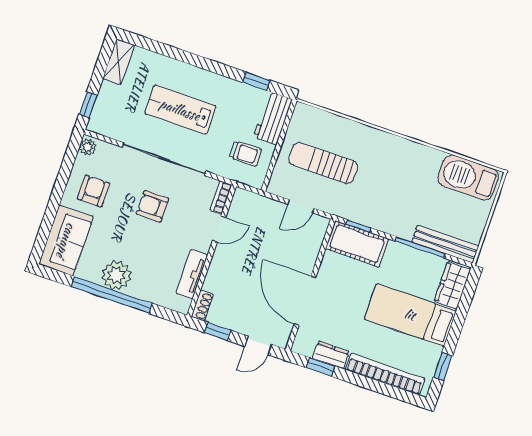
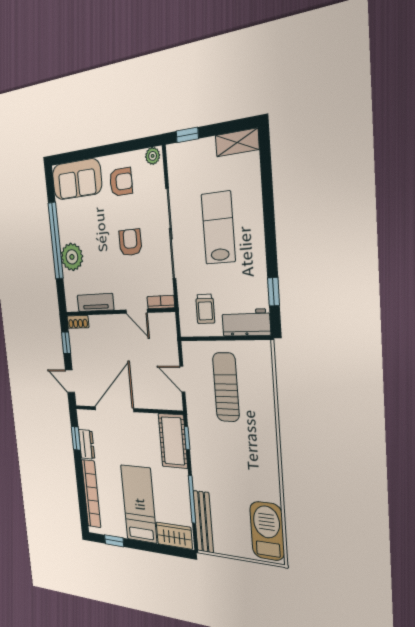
plant: (116, 275) -> (72, 257), moved

